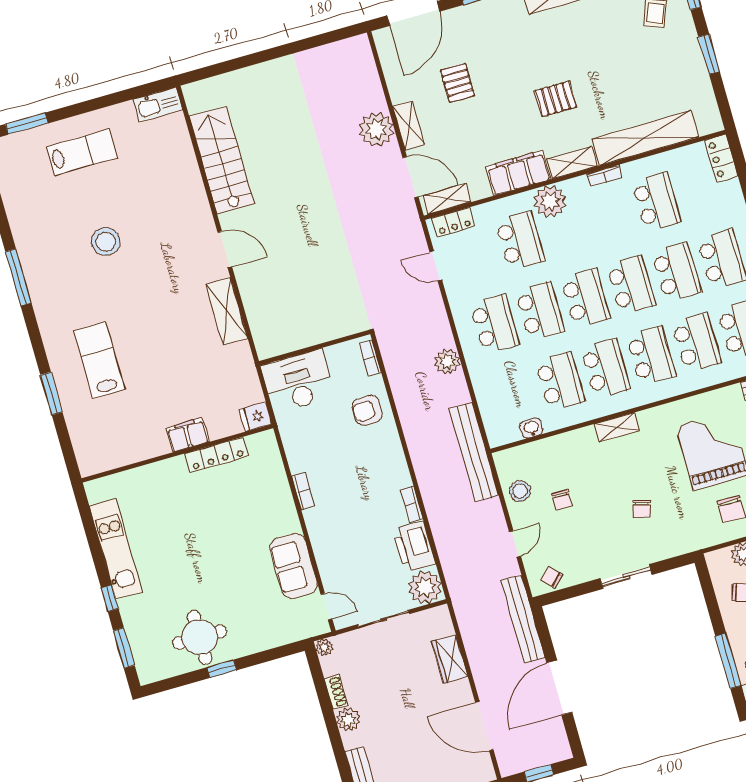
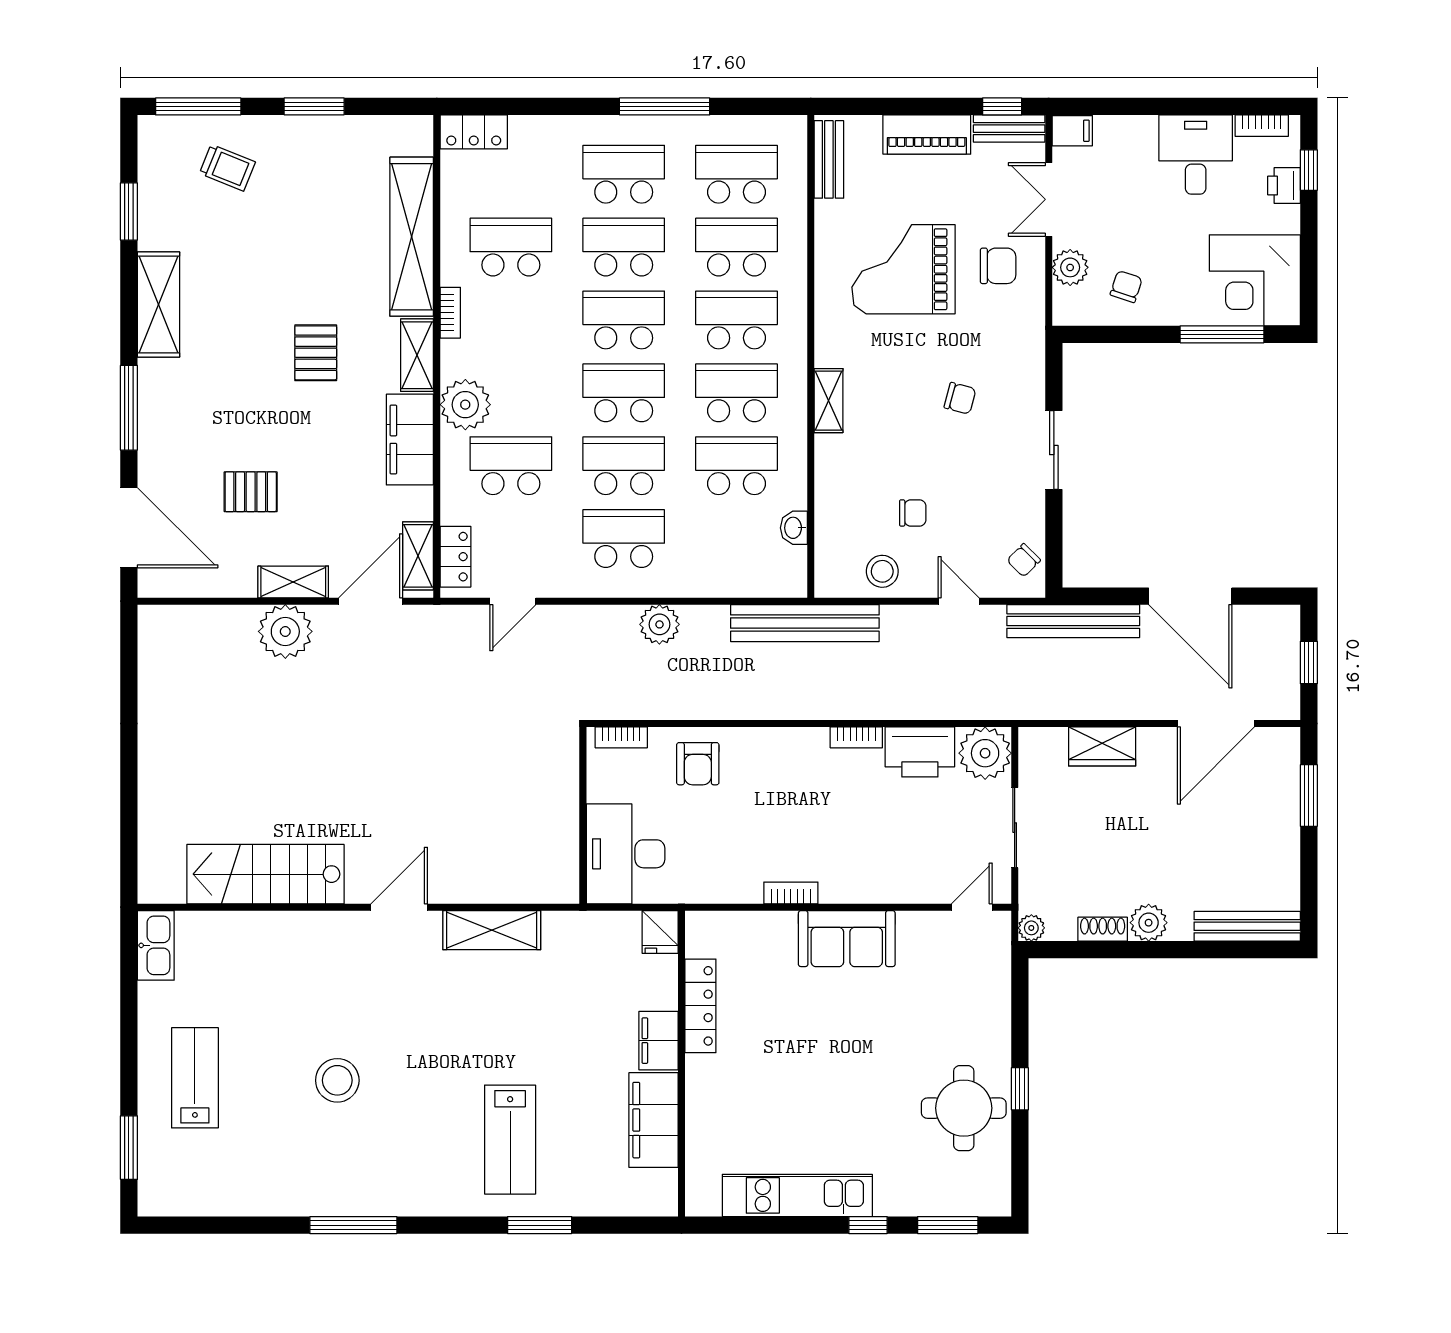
lab bench: (99, 360) -> (510, 1140), turned -90
filing cabinet: (137, 446) -> (654, 1120), added
sofa: (294, 566) -> (847, 939), moved

